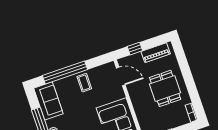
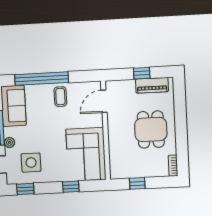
window: (135, 49) -> (142, 73), moved
door: (121, 76) -> (104, 101), swing flipped

